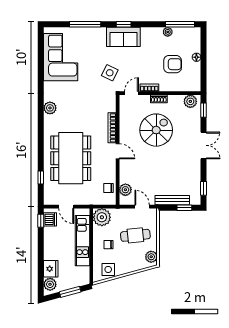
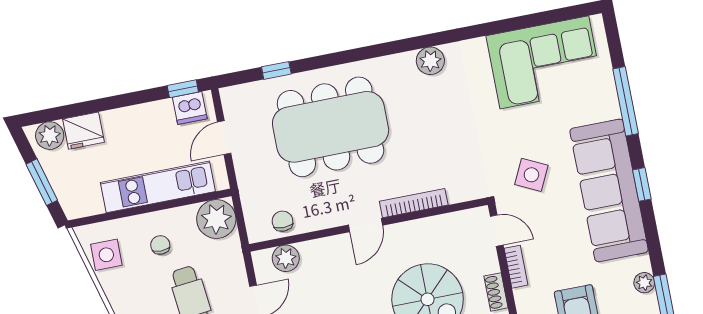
sofa: (123, 37) -> (609, 190), width x1.85, depth x1.27

